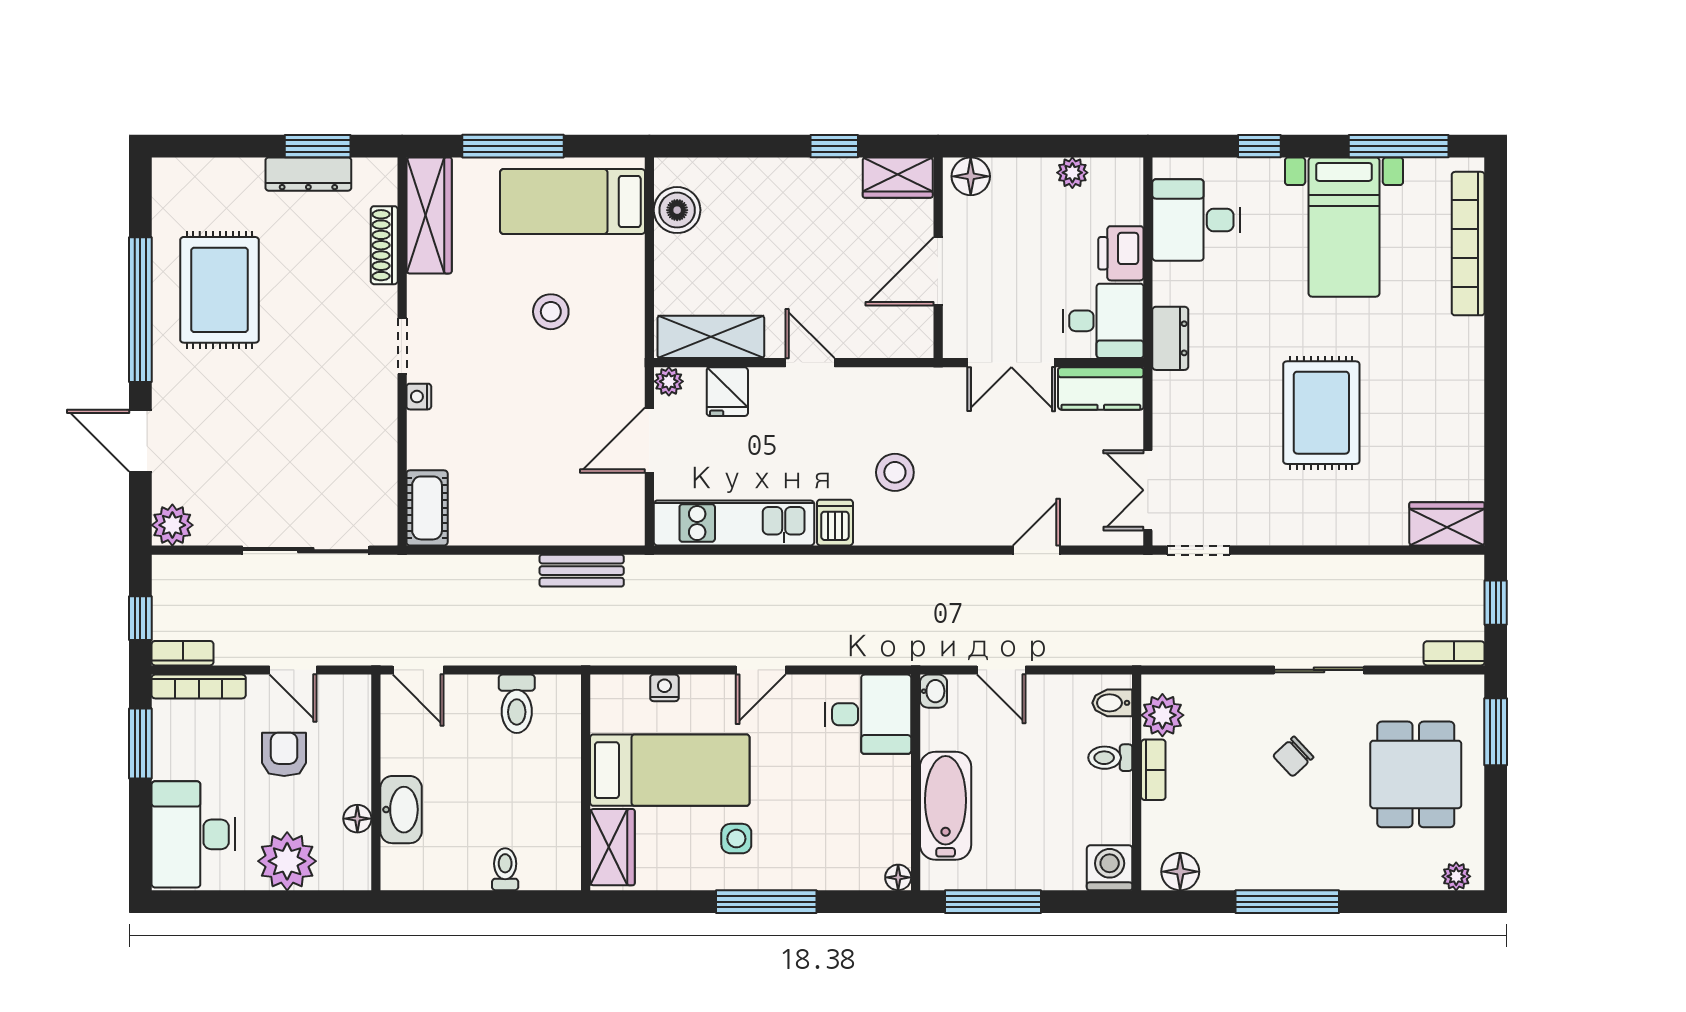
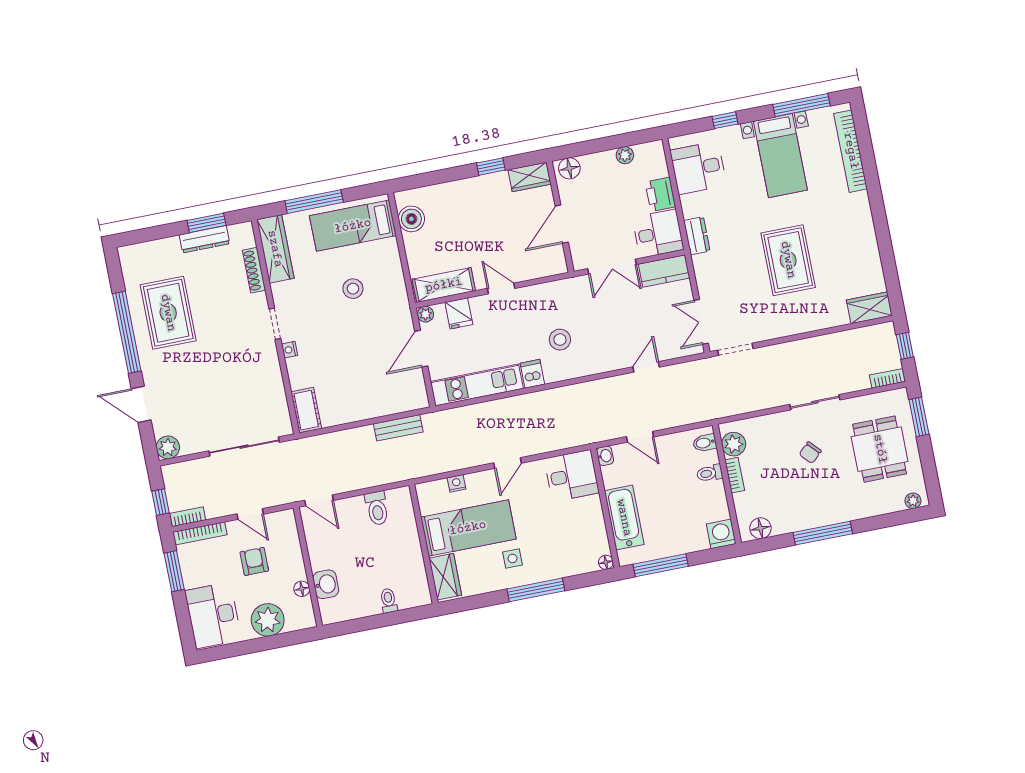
washbasin: (401, 810) -> (326, 584), width x0.72

